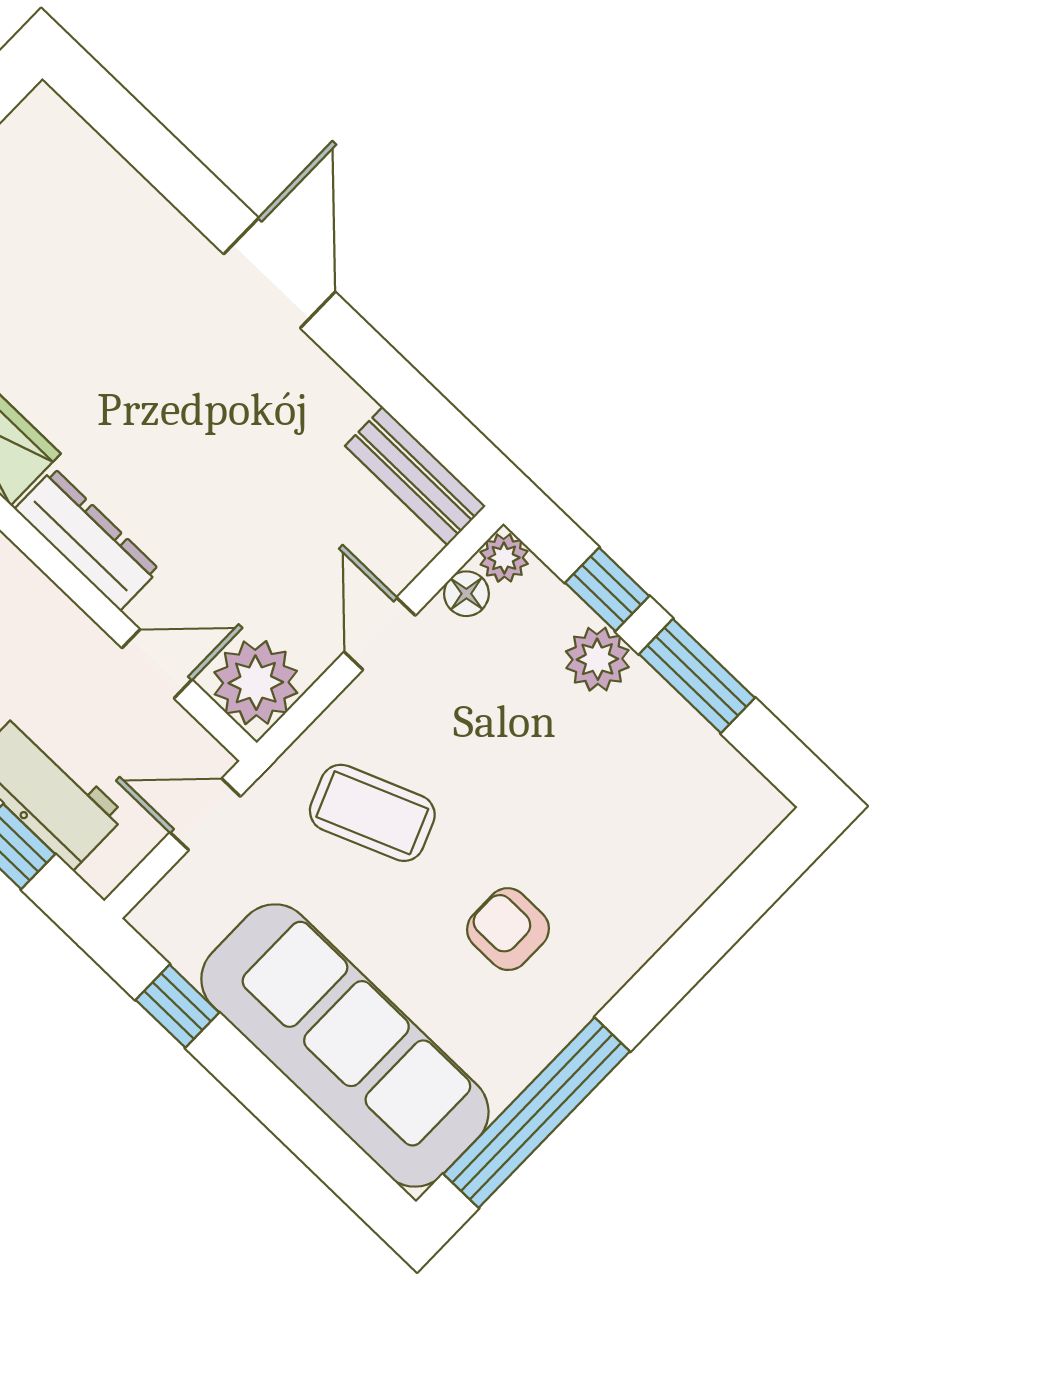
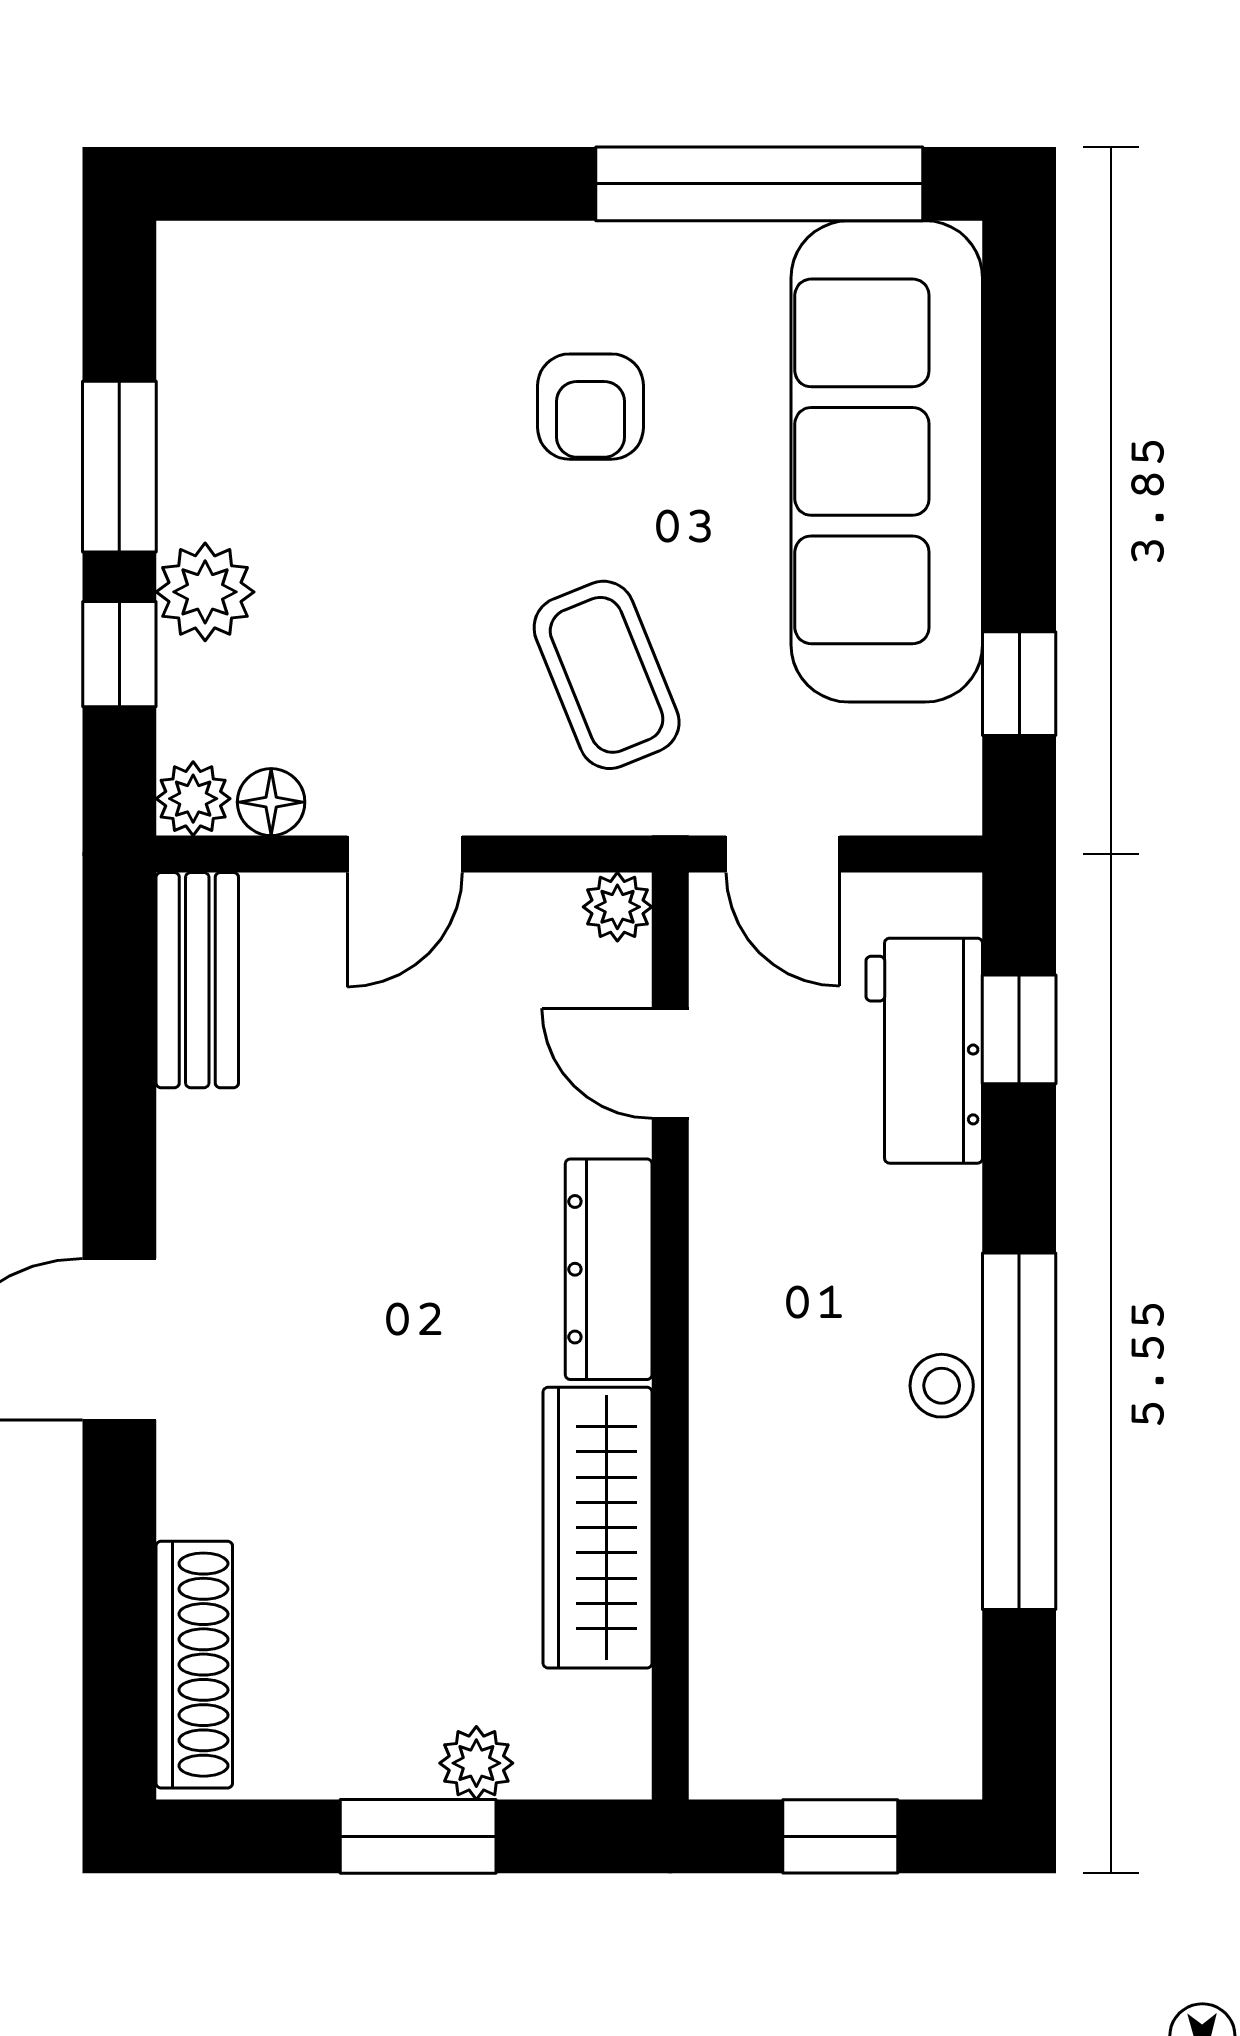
shoe rack: (89, 158) -> (194, 1665), added
plant: (256, 683) -> (617, 907), width x0.53, depth x0.53

